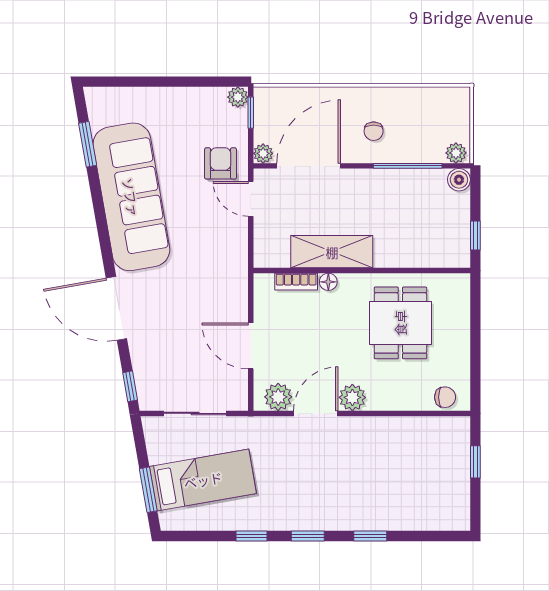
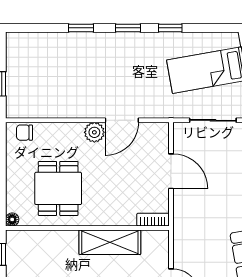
bookcase: (296, 282) -> (153, 220), moved
floor lamp: (328, 282) -> (12, 219), moved
plant: (278, 397) -> (150, 133), removed

